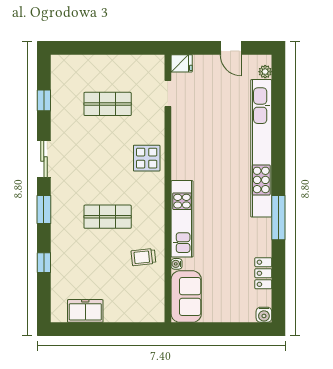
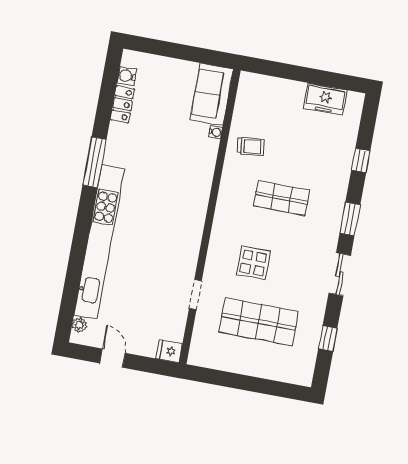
doorway: (168, 93) -> (195, 295), moved
shop shelf: (108, 104) -> (259, 322), width x1.43, depth x1.36
display table: (147, 158) -> (253, 263), moved
kitchen unit: (182, 219) -> (200, 181), removed
water cooler: (264, 315) -> (127, 76), moved, turned -90

